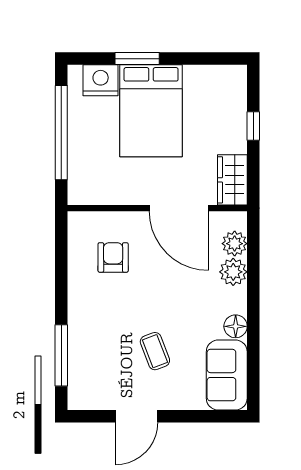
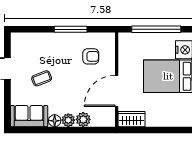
window: (253, 126) -> (160, 130), removed
plant: (235, 244) -> (68, 120), moved
window: (61, 355) -> (71, 29), moved

